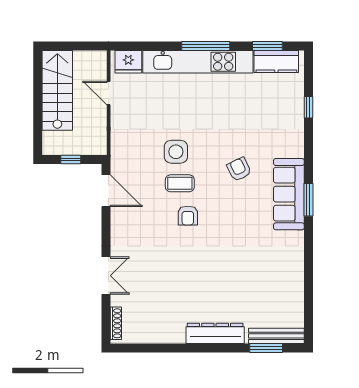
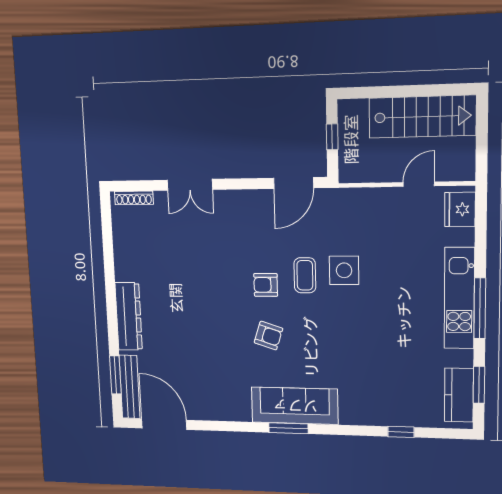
kitchen unit: (198, 62) -> (459, 298), width x0.73
armchair: (239, 169) -> (268, 336), moved, turned 44
door: (308, 307) -> (164, 424), added

